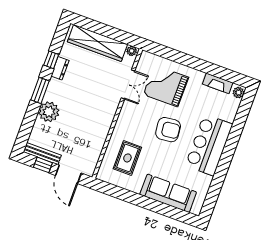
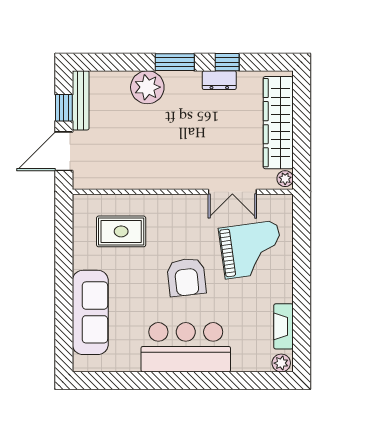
grand piano: (166, 86) -> (251, 250), turned 82

